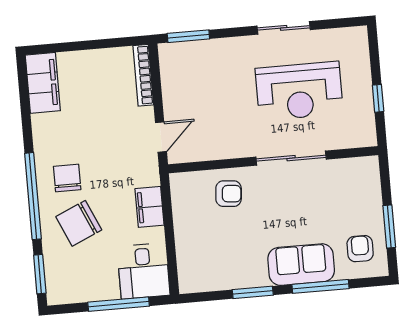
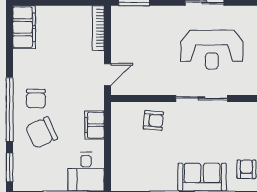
chair: (67, 178) -> (36, 99), turned 180

